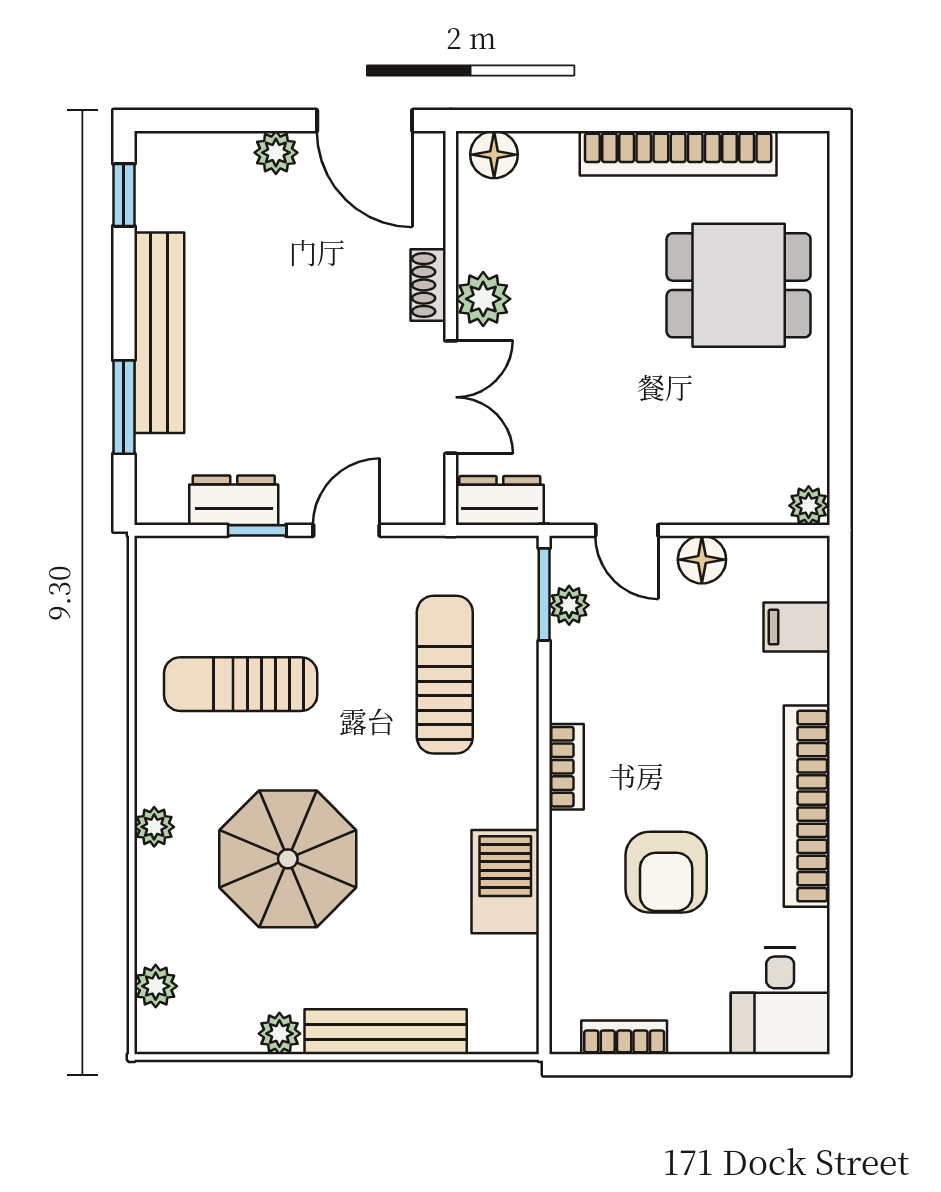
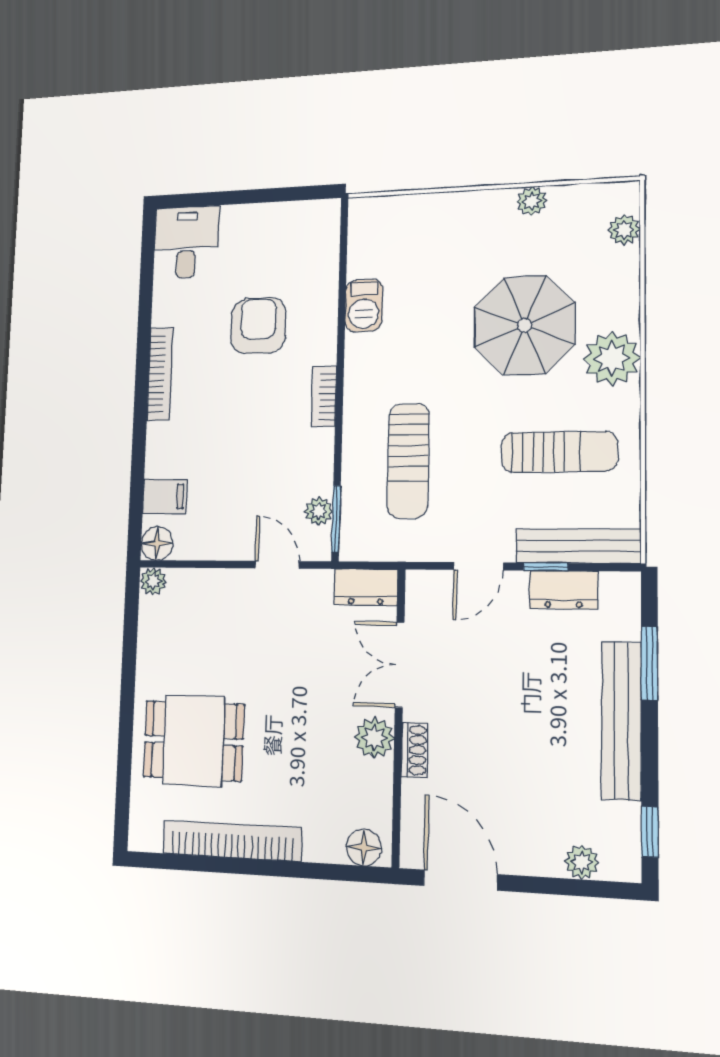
plant: (276, 153) -> (582, 862), moved
floor lamp: (702, 560) -> (157, 543), moved
bookcase: (807, 806) -> (160, 374), width x0.68, depth x0.76
plant: (154, 827) -> (612, 358), width x1.88, depth x1.88
barbecue: (505, 882) -> (364, 305), width x0.73, depth x0.79
bench: (386, 1032) -> (578, 546), moved
bookcase: (624, 1037) -> (290, 212), removed

